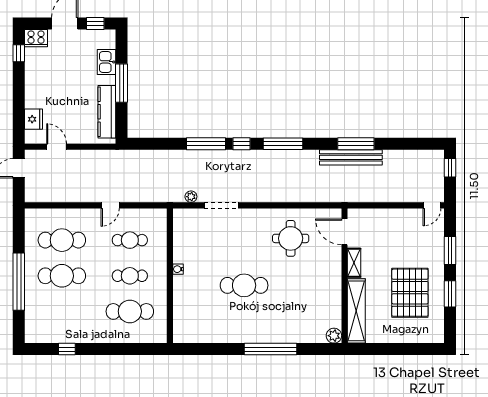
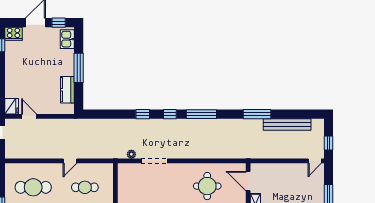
kitchen sink: (107, 62) -> (67, 39), moved
kitchen counter: (107, 112) -> (67, 90), width x0.67
fridge: (34, 119) -> (12, 106), moved
window: (206, 144) -> (143, 114), width x0.46
bench: (351, 157) -> (287, 124), moved
window: (450, 168) -> (329, 143), moved

